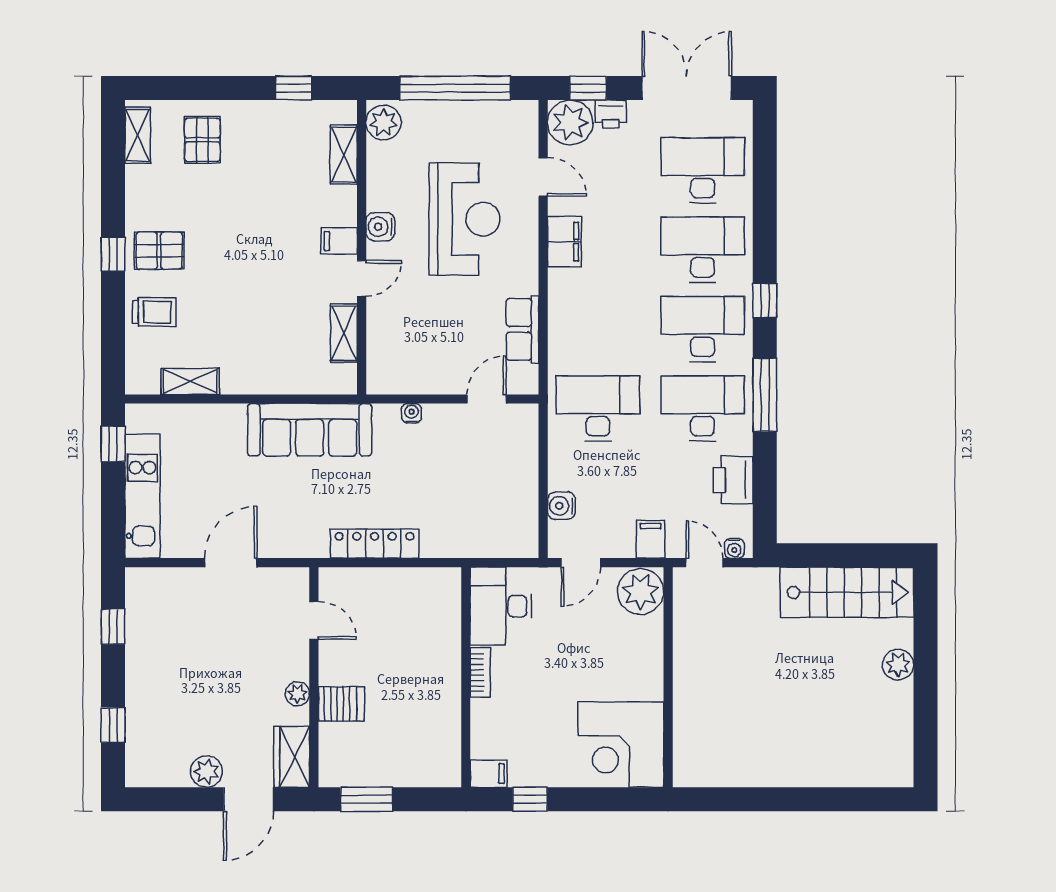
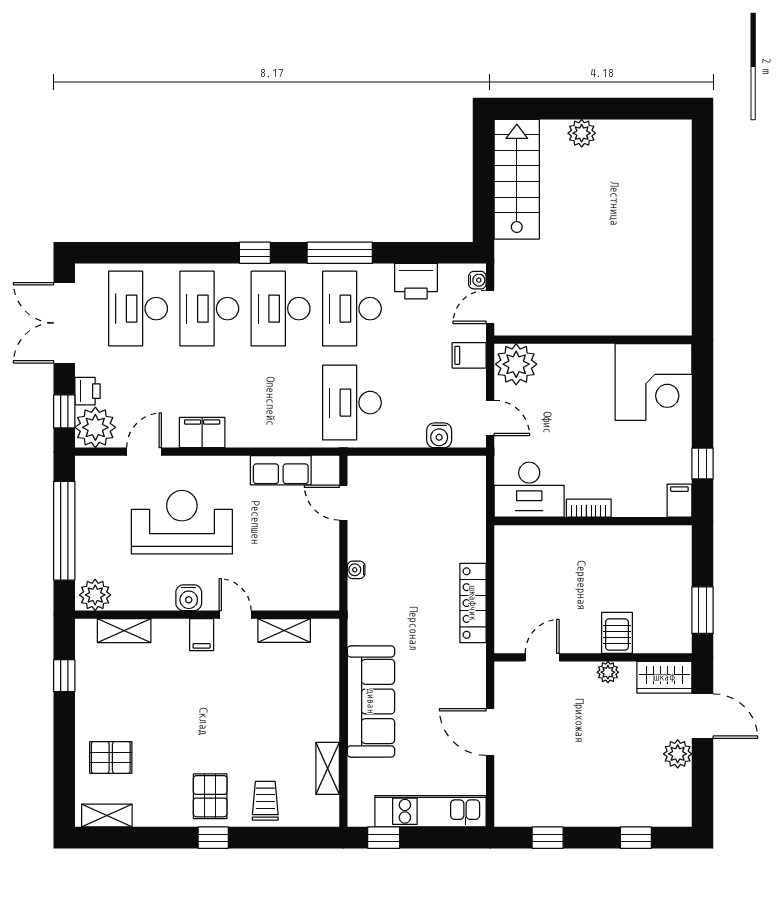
sofa: (310, 430) -> (371, 701), moved

